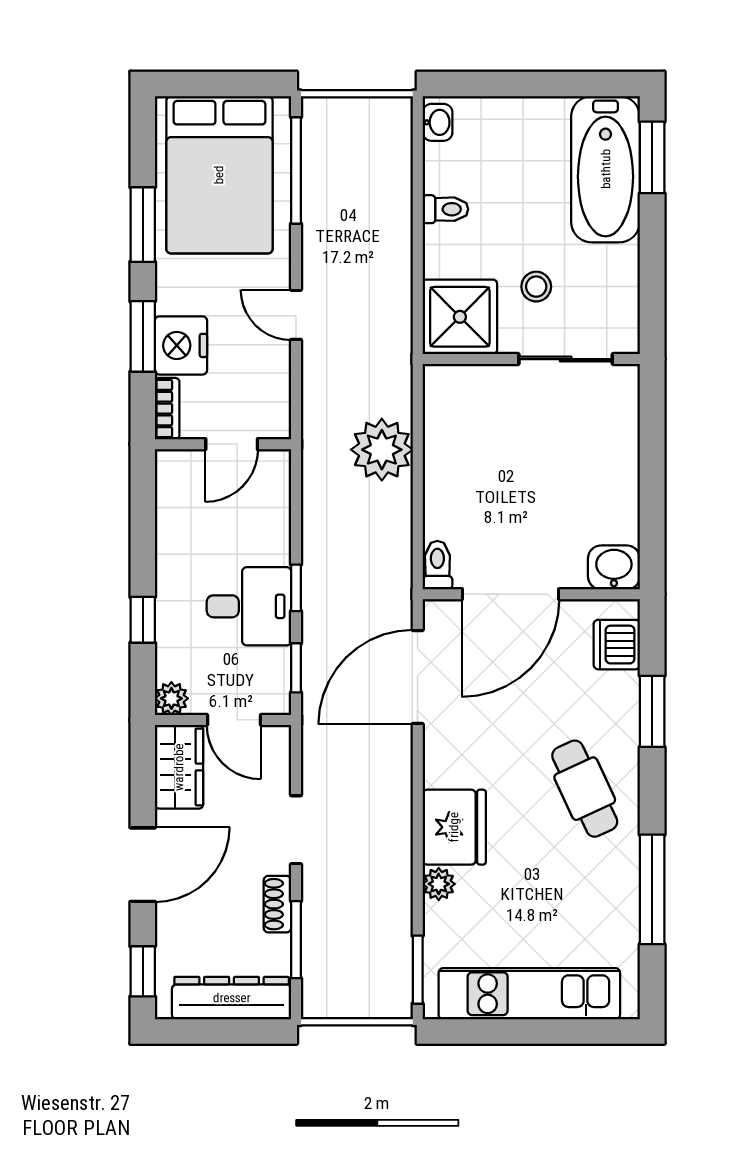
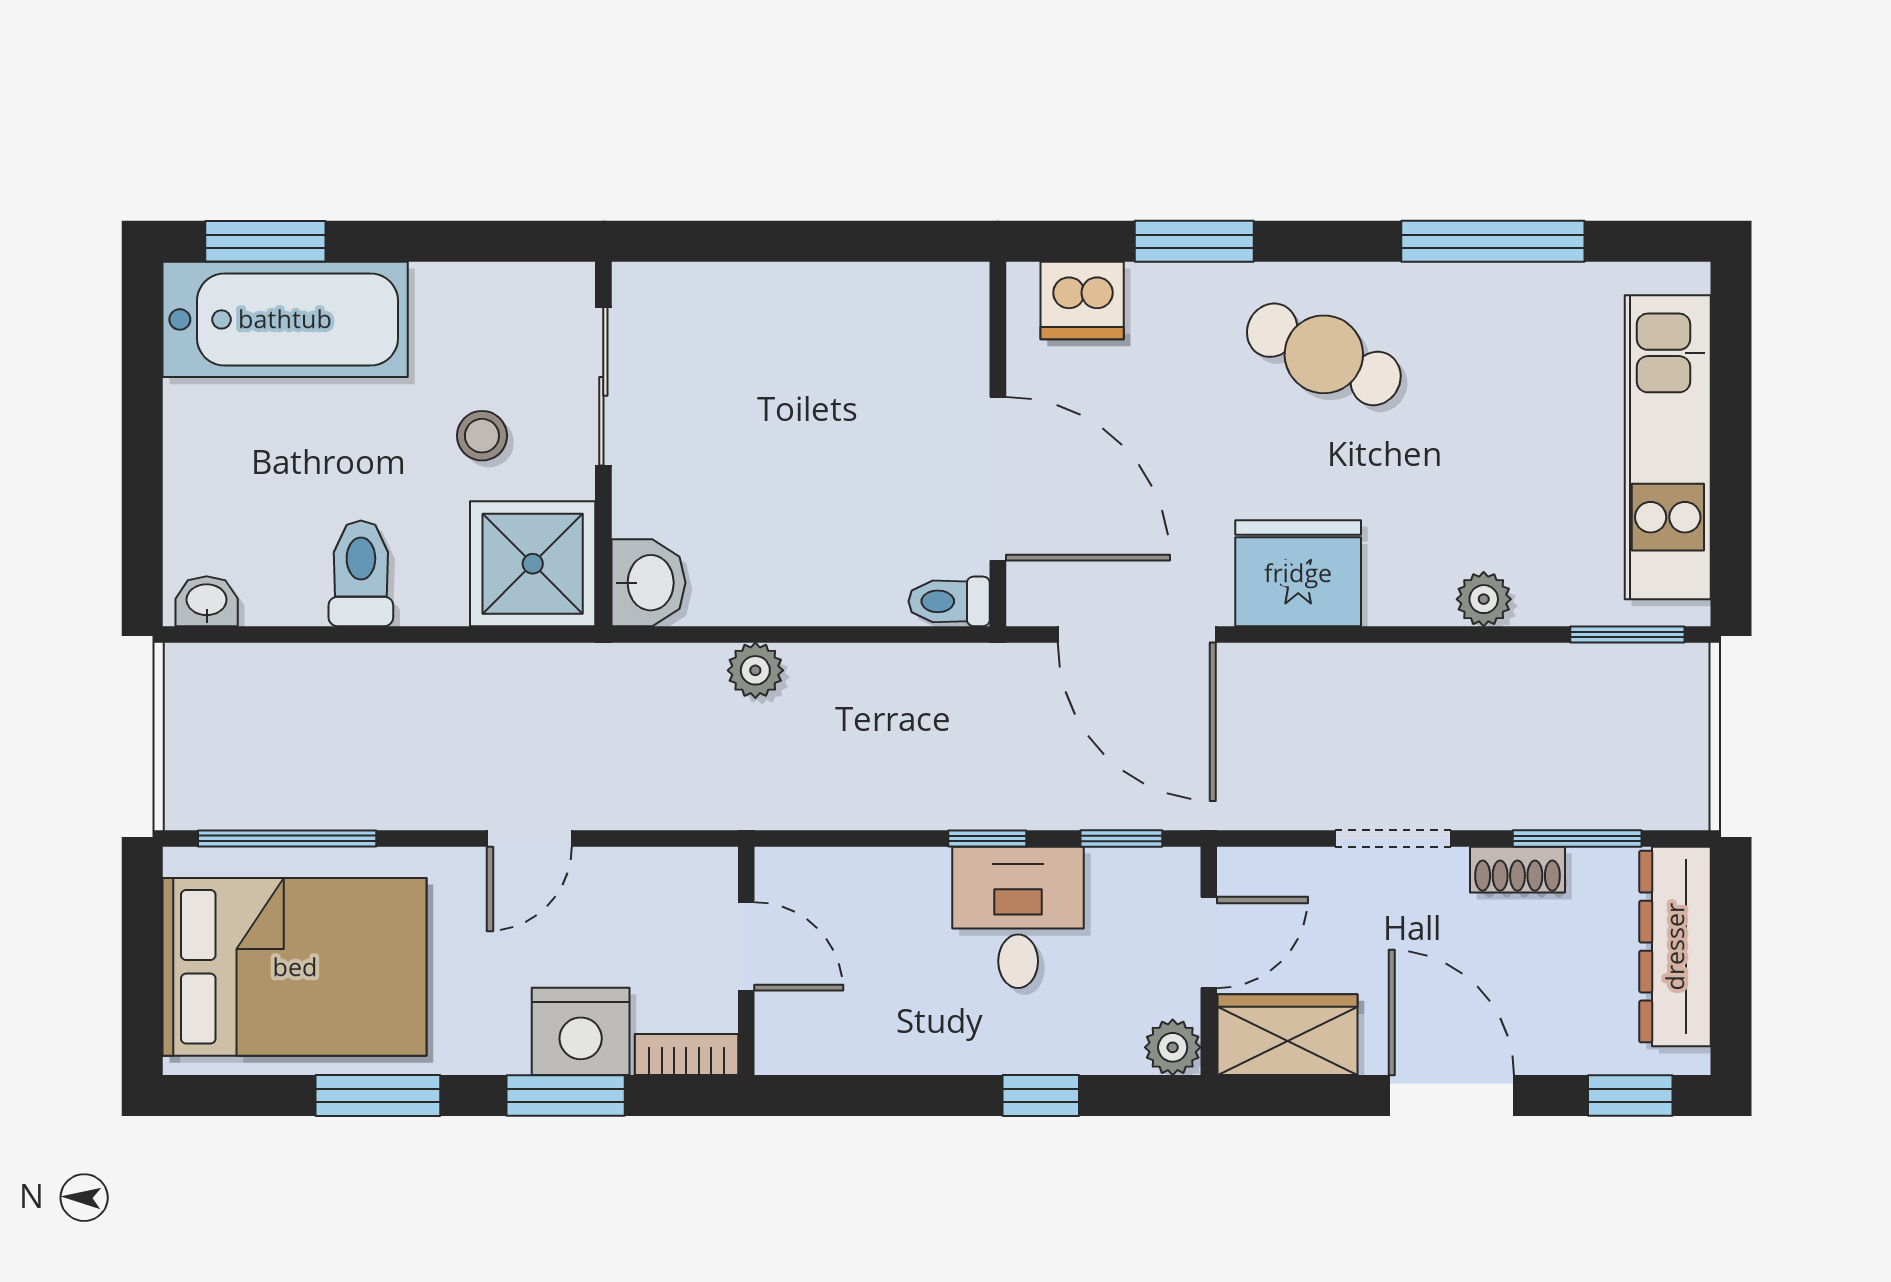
toilet: (445, 209) -> (361, 573), width x1.37, depth x1.39
plant: (382, 450) -> (755, 670), width x0.53, depth x0.53
washbasin: (614, 567) -> (648, 583), moved, turned 180
cafe table: (585, 789) -> (1324, 354), turned 50
fridge: (454, 827) -> (1298, 573), moved

